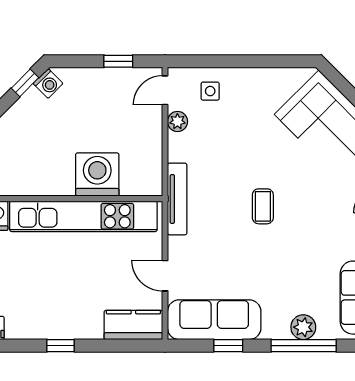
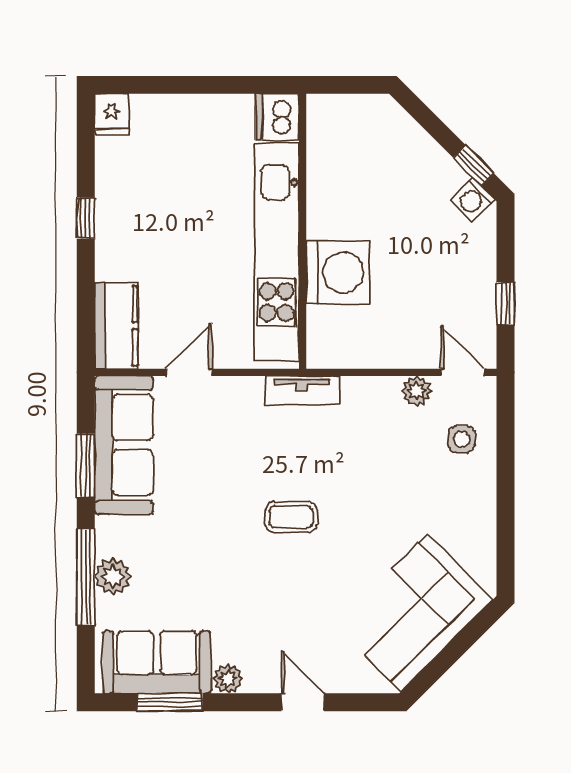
tv unit: (177, 199) -> (302, 390), width x0.71
window: (228, 346) -> (86, 466), width x1.50

